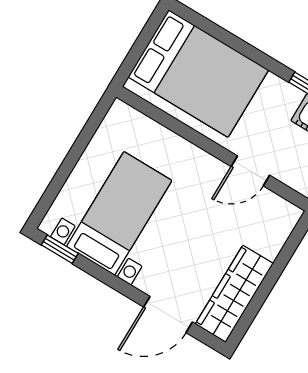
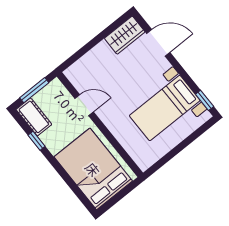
wardrobe: (234, 294) -> (125, 35), width x0.67

